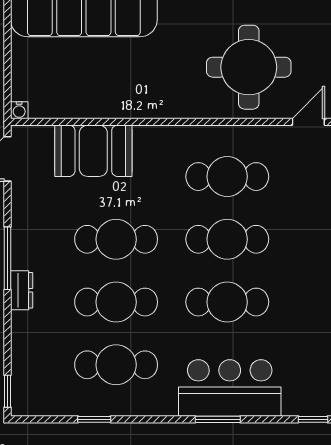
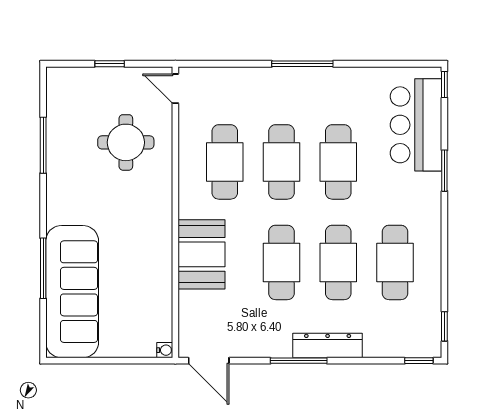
round table: (249, 67) -> (126, 142), width x0.73, depth x0.73
booth: (93, 151) -> (201, 254), moved
dresser: (22, 290) -> (328, 346), width x1.96, depth x1.24
bar counter: (230, 388) -> (416, 125), moved
window: (94, 419) -> (444, 326), moved

